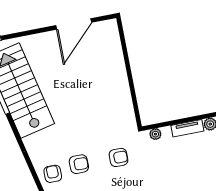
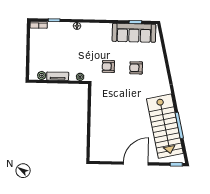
door: (74, 24) -> (136, 163), moved
armchair: (53, 174) -> (155, 65), removed

